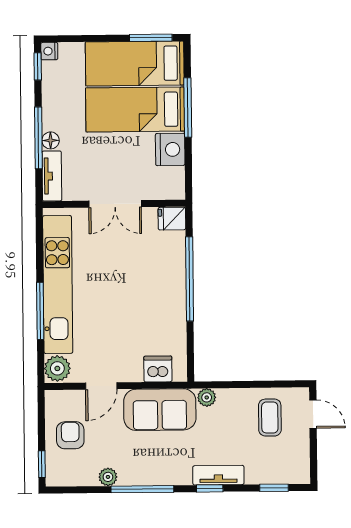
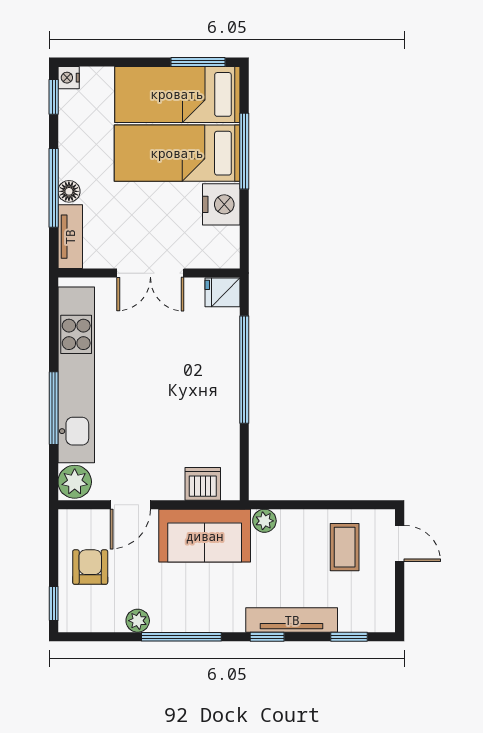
tv unit: (218, 475) -> (292, 620), width x1.41

